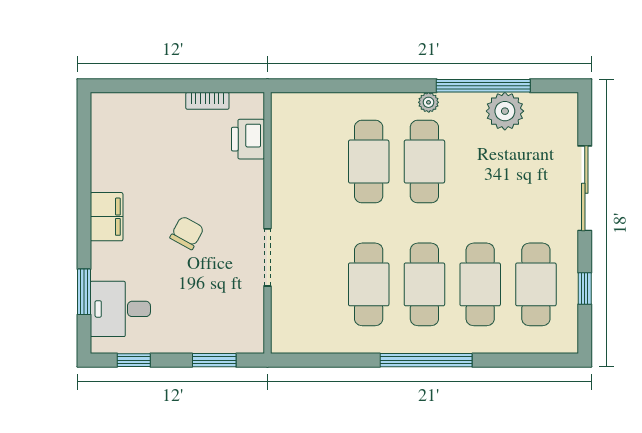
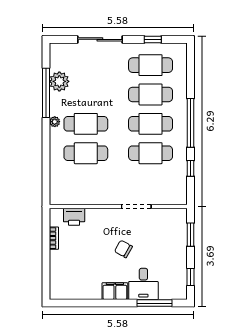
window: (84, 292) -> (154, 303), width x1.44
desk: (120, 309) -> (143, 284), moved
window: (340, 360) -> (190, 168), added

